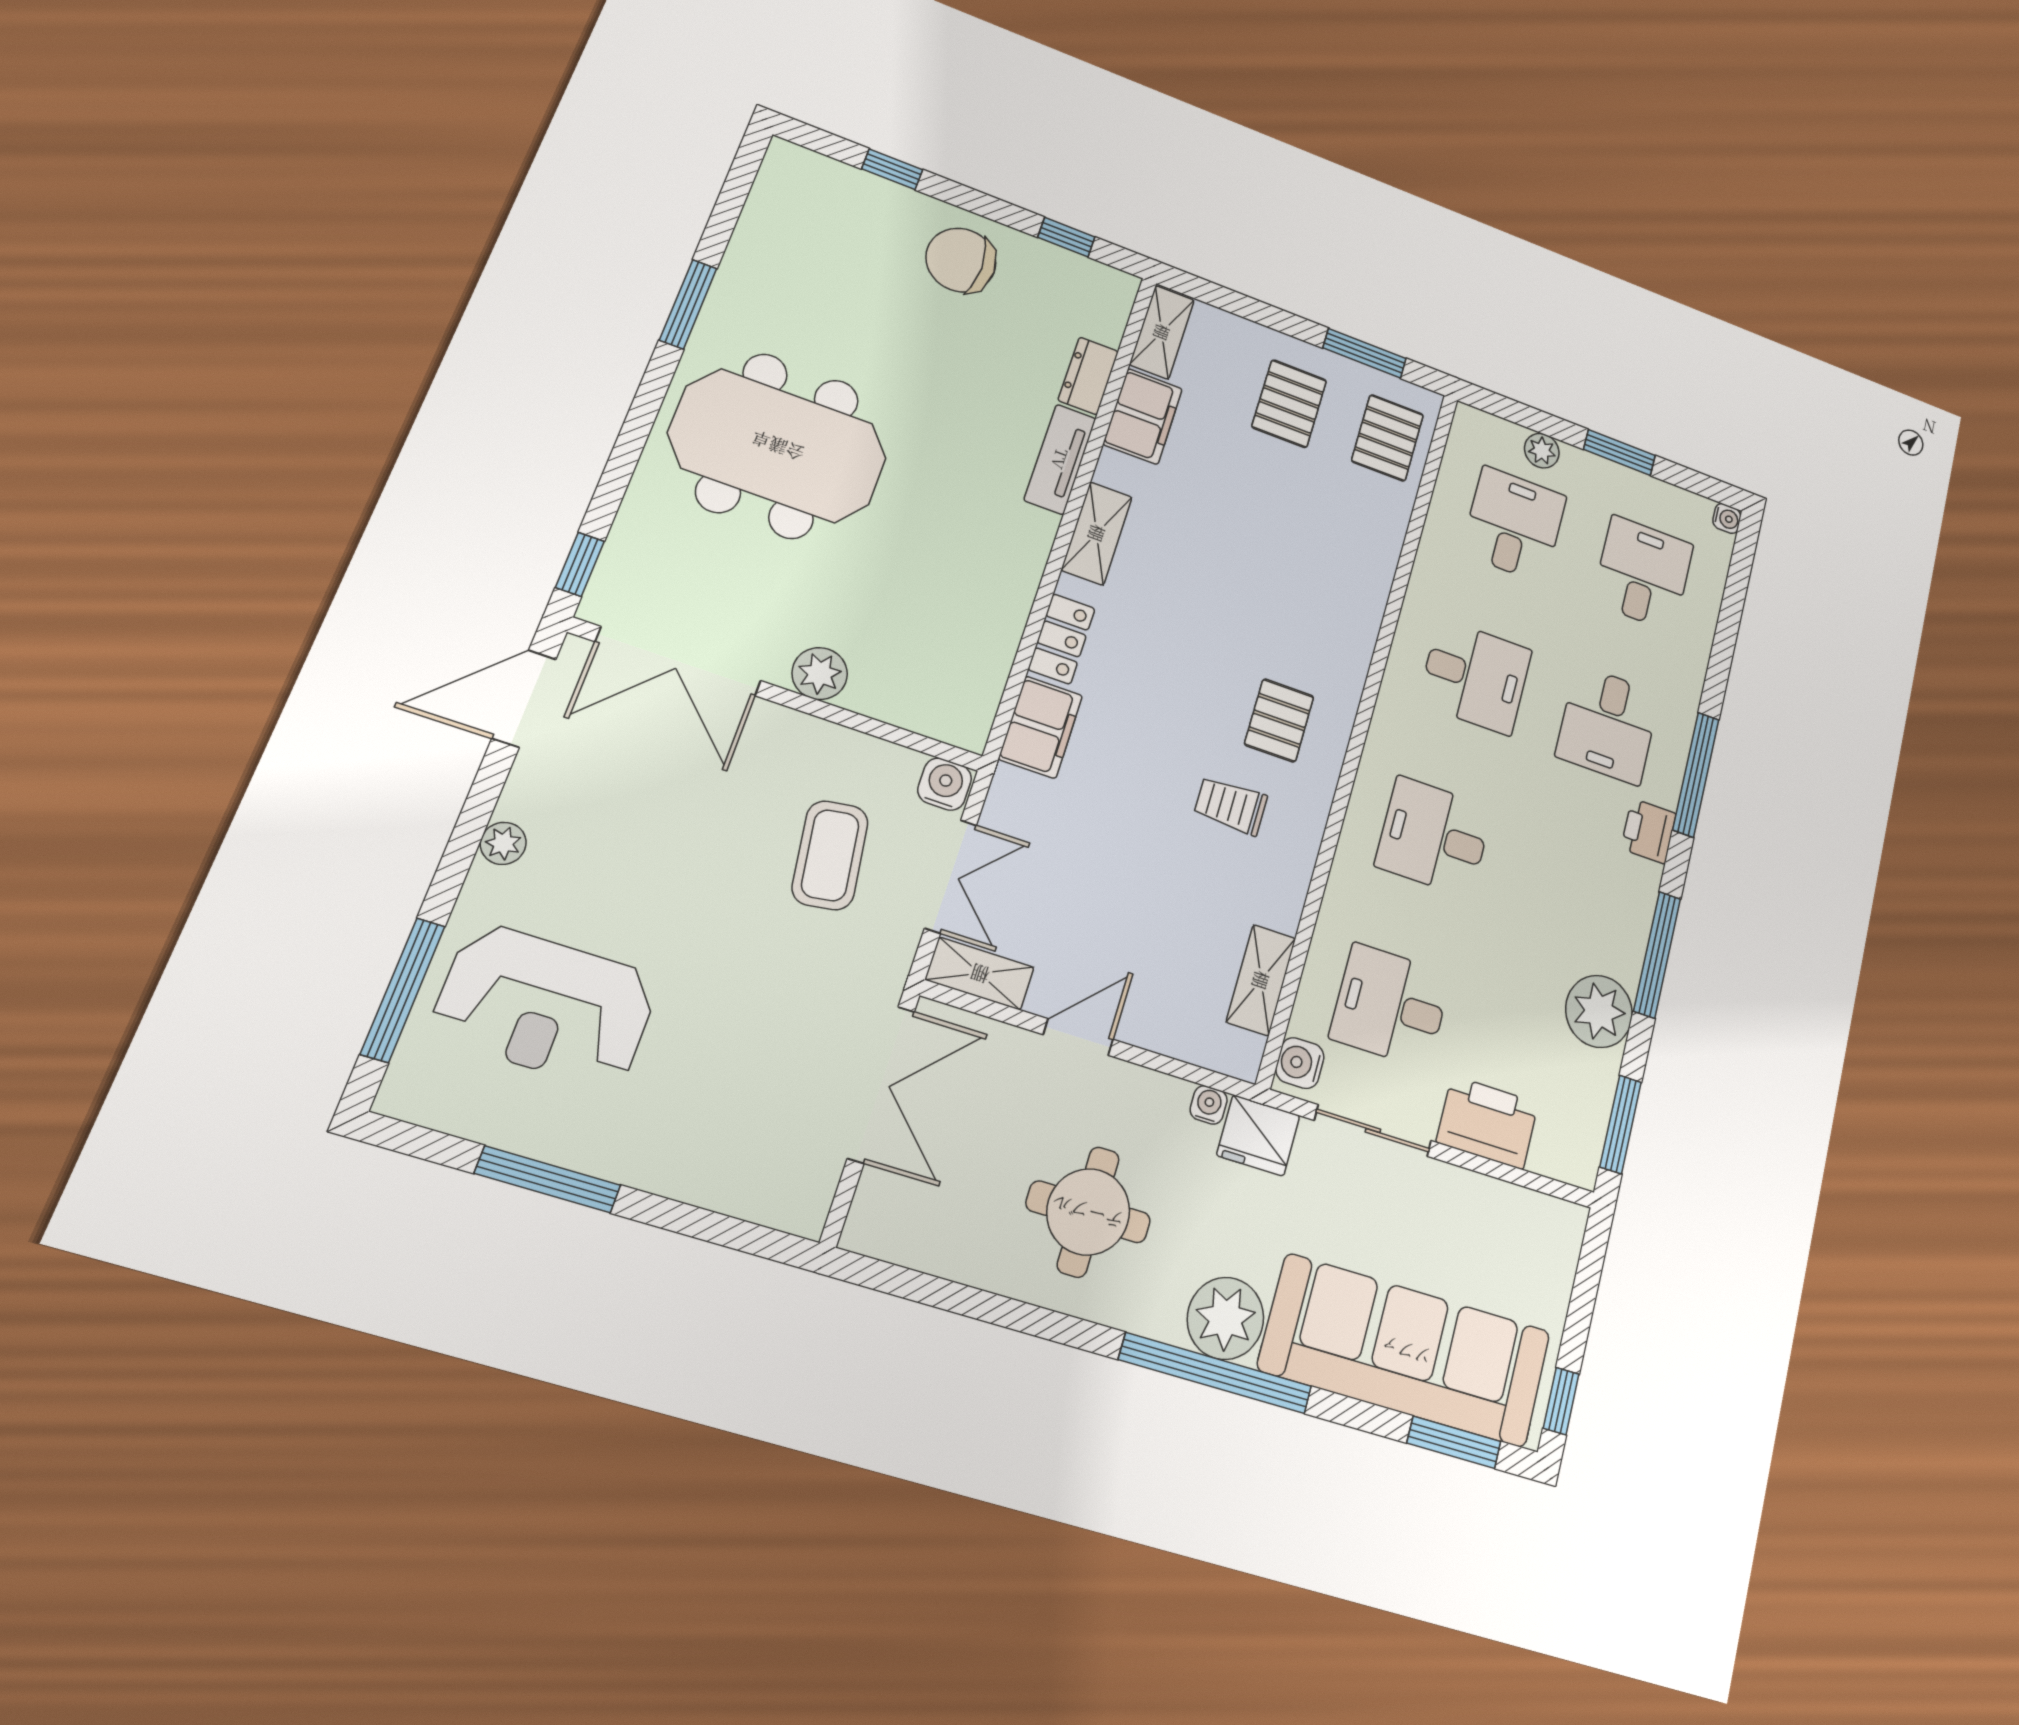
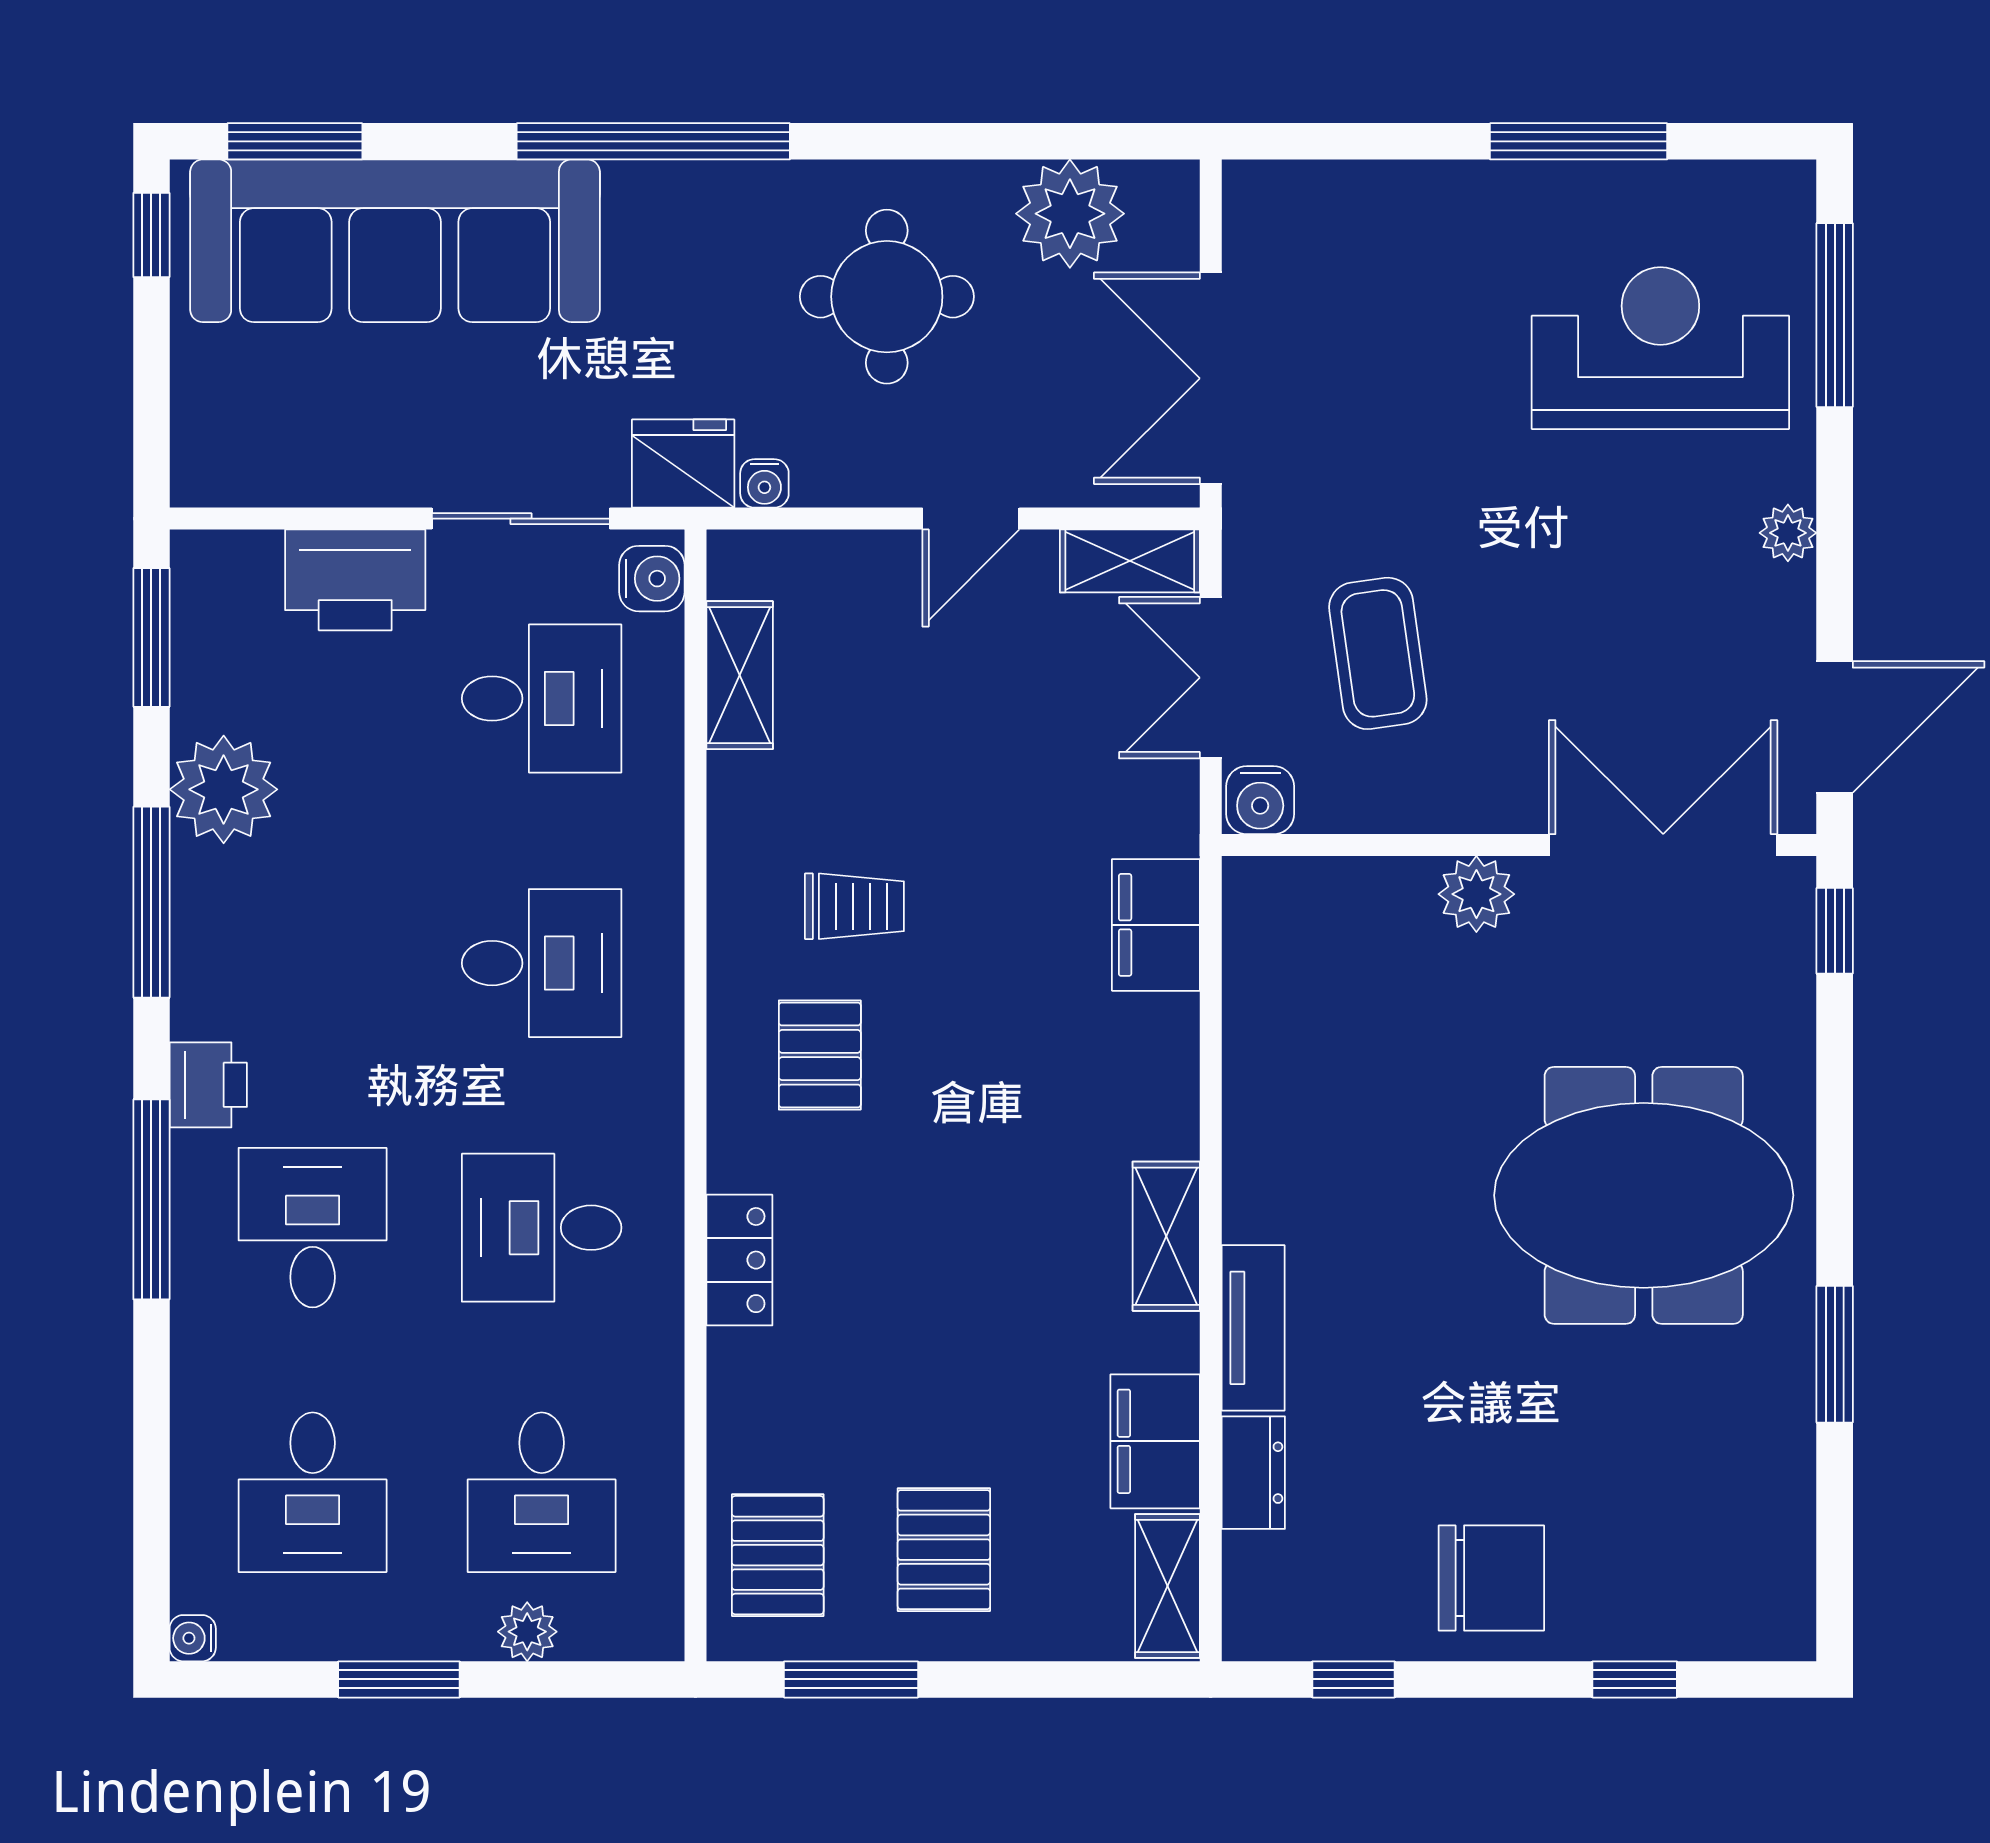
locker: (1062, 639) -> (739, 1260), moved, turned 180
plant: (1226, 1318) -> (1070, 214), moved

